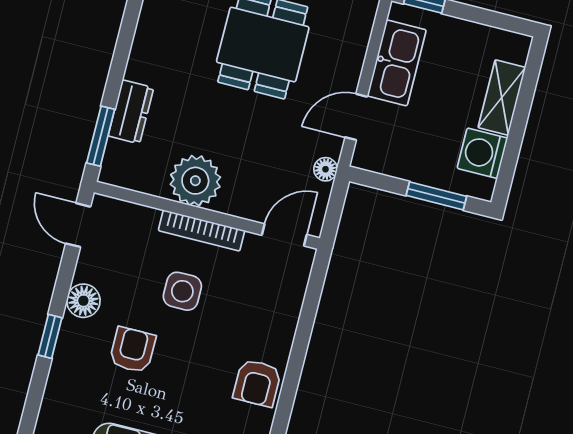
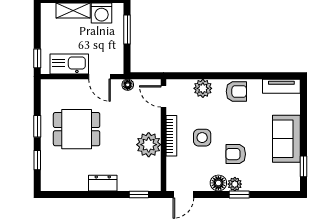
dresser: (131, 112) -> (103, 183), moved
window: (101, 136) -> (139, 194), width x0.67
plant: (280, 317) -> (203, 88), added
plant: (73, 333) -> (235, 184), added

